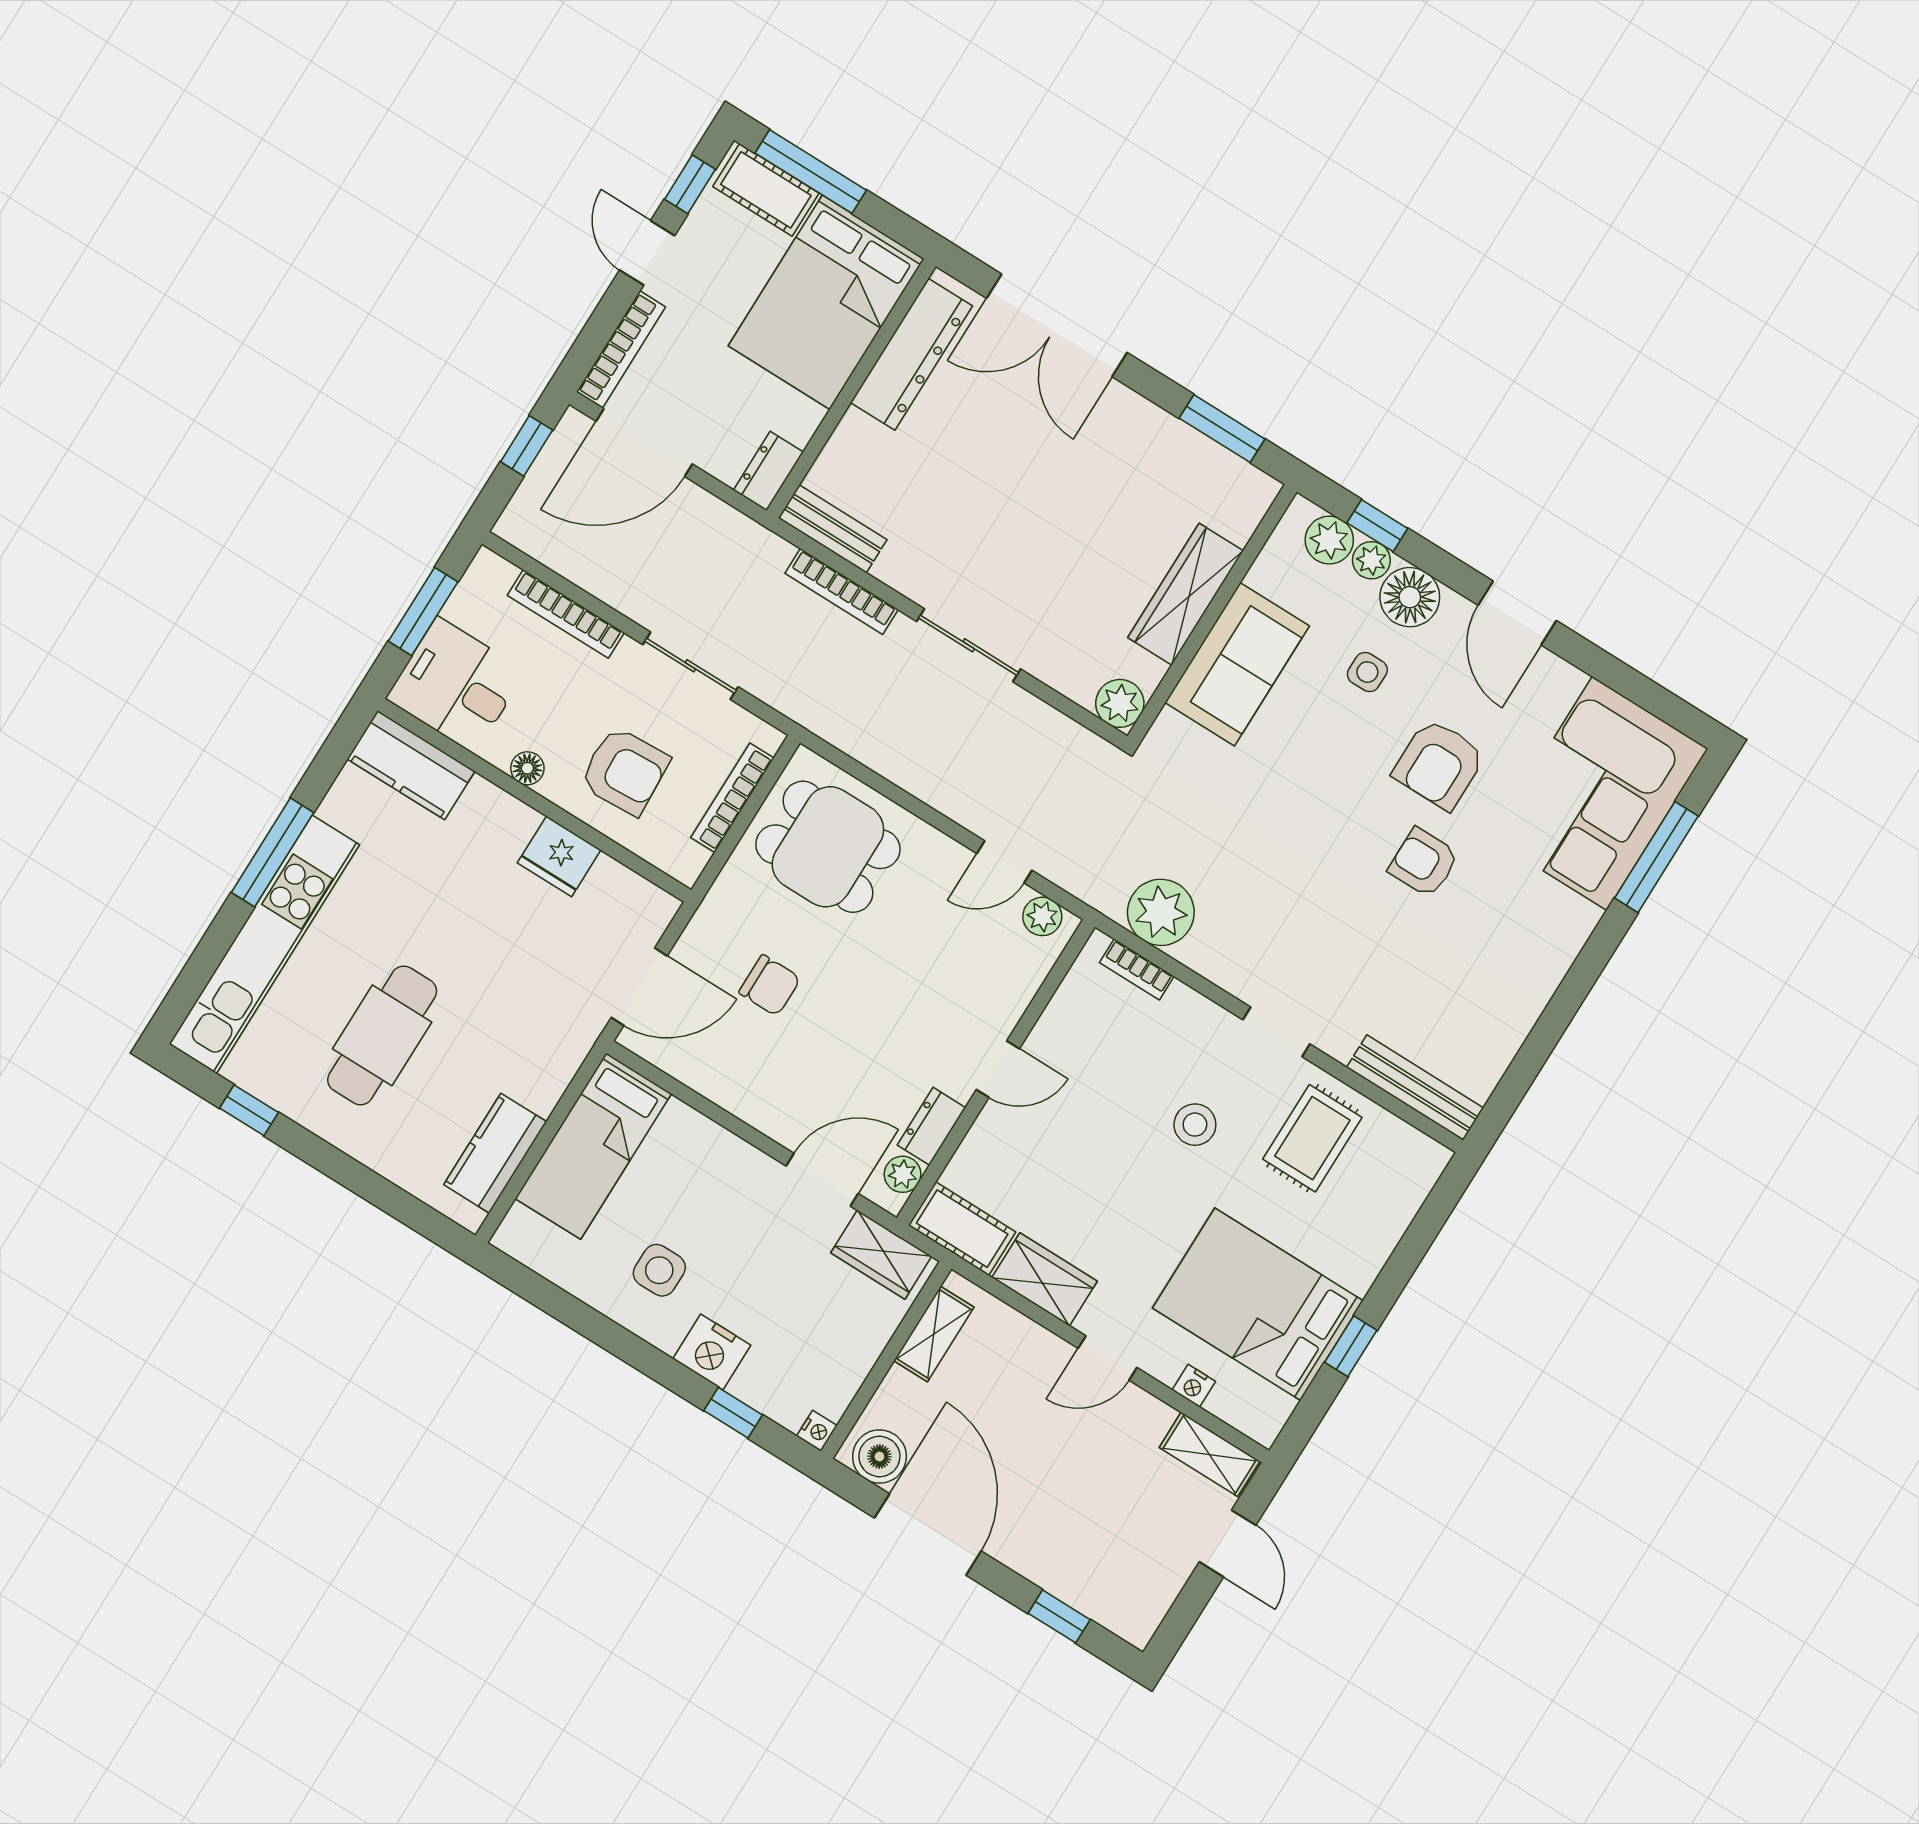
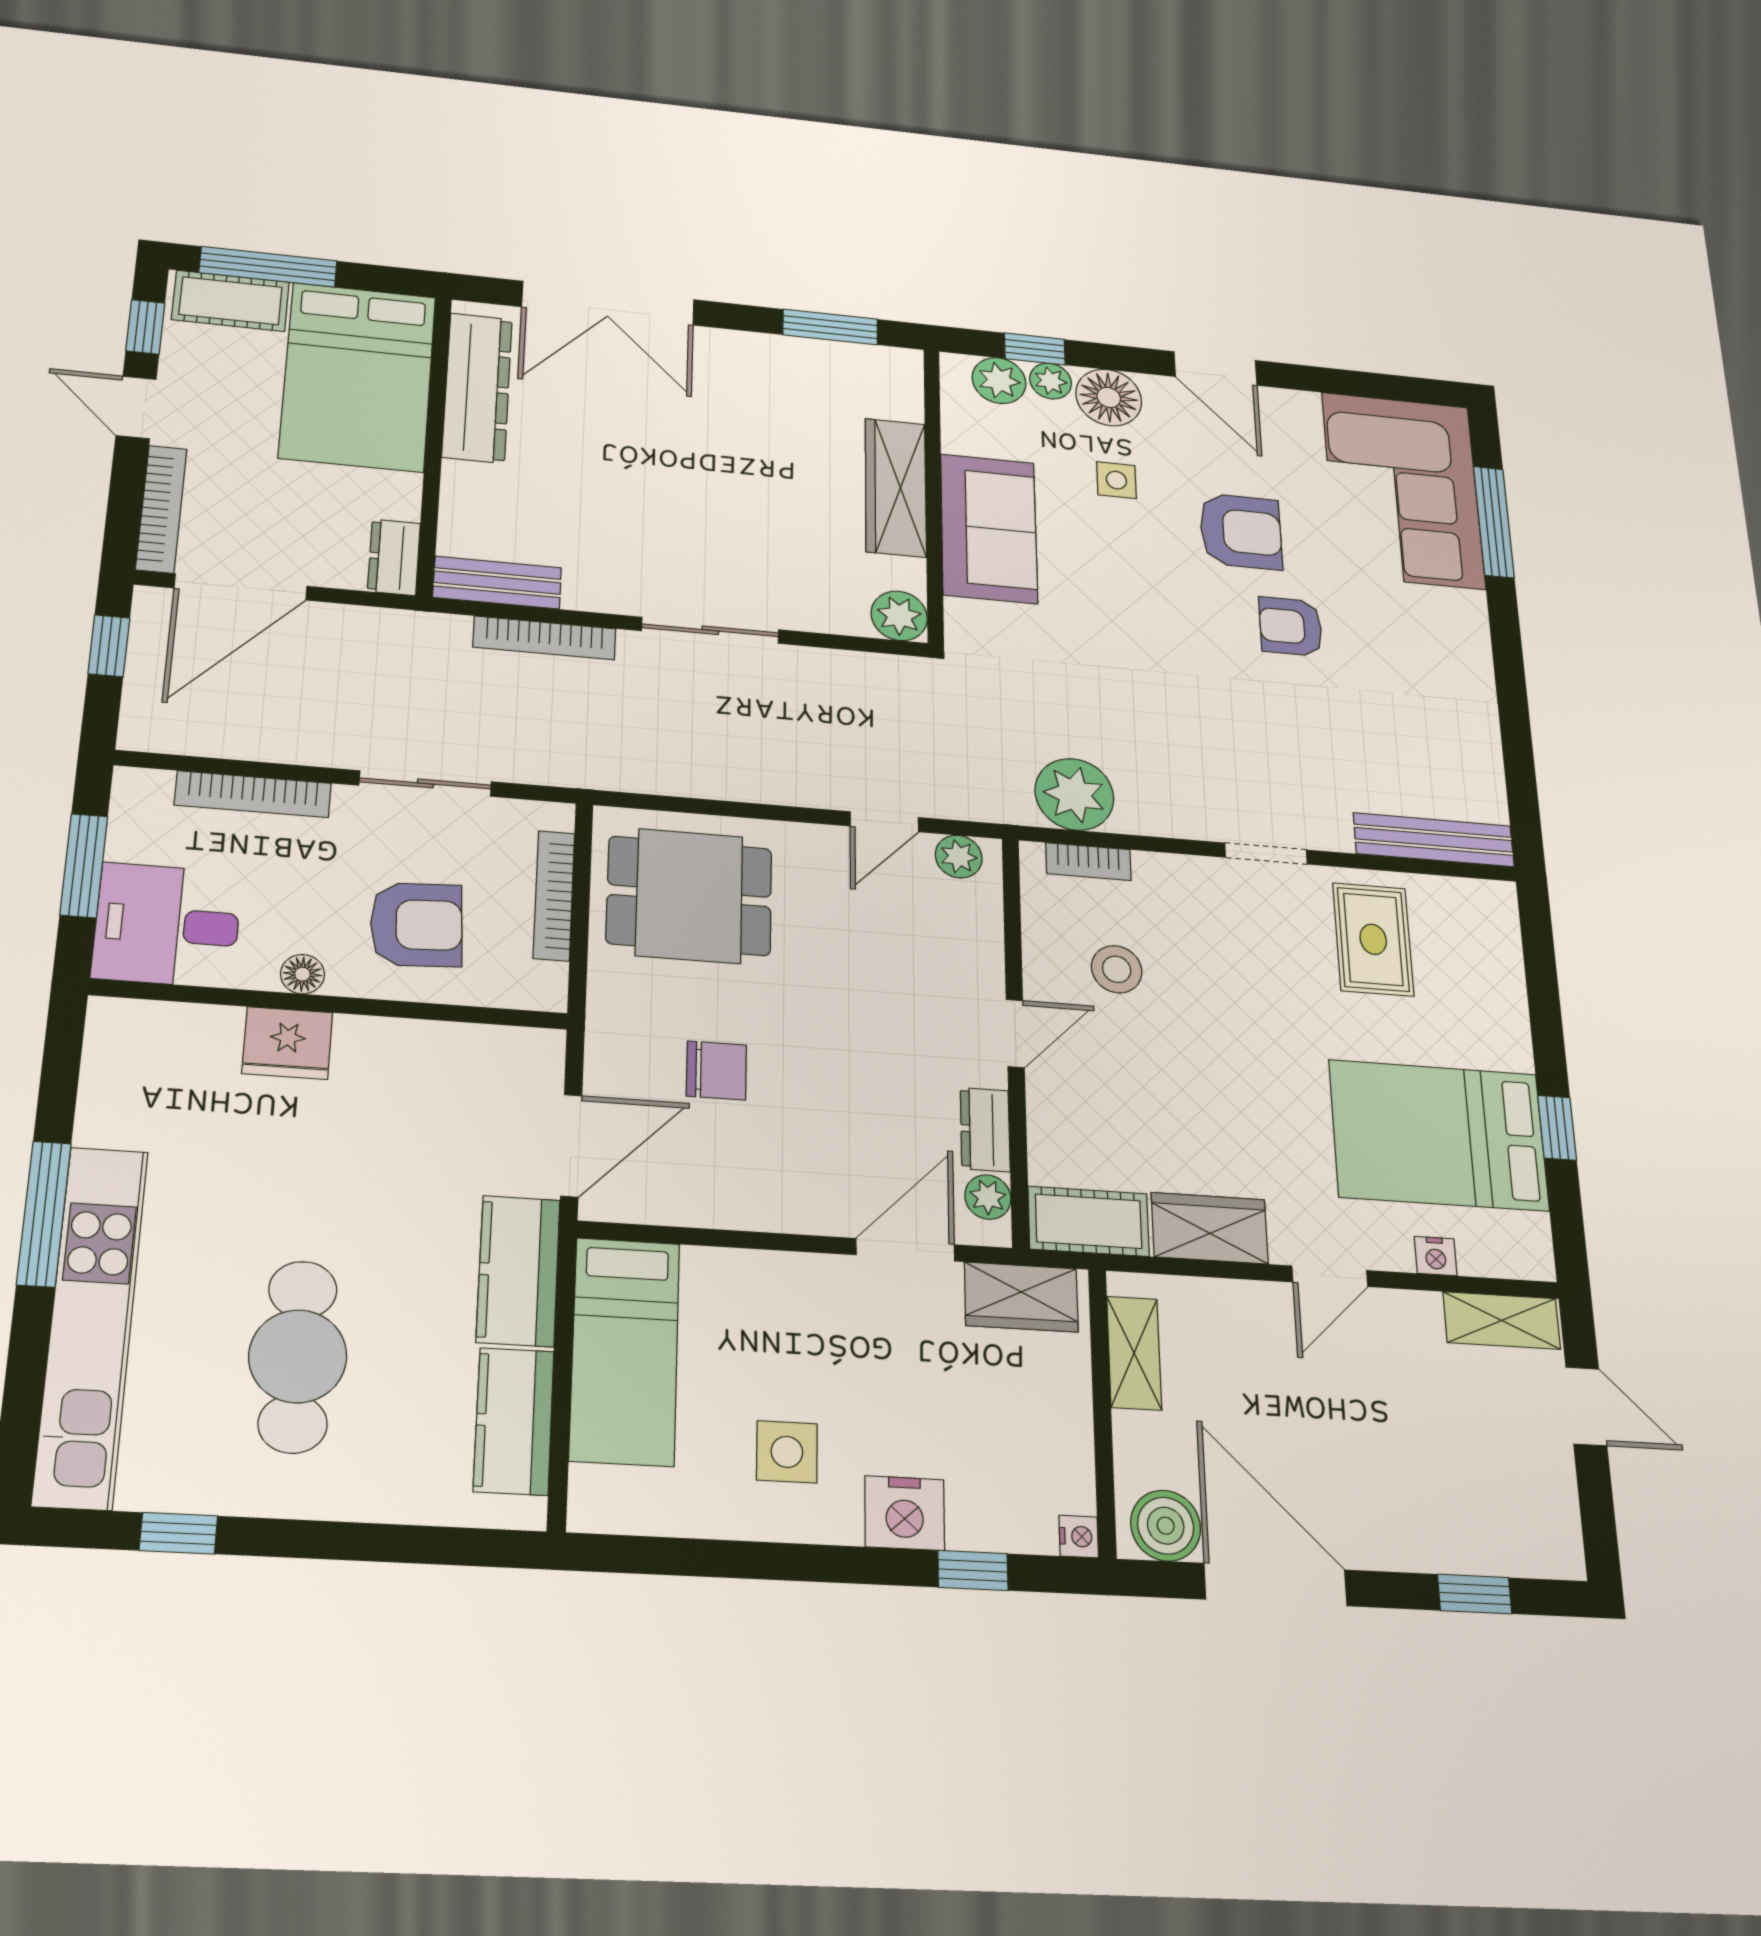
armchair: (1439, 764) -> (1241, 531), turned -90
kitchen counter: (411, 765) -> (518, 1271), moved, turned 90
fridge: (559, 856) -> (287, 1043), moved
stool: (1195, 1125) -> (1117, 969), moved

